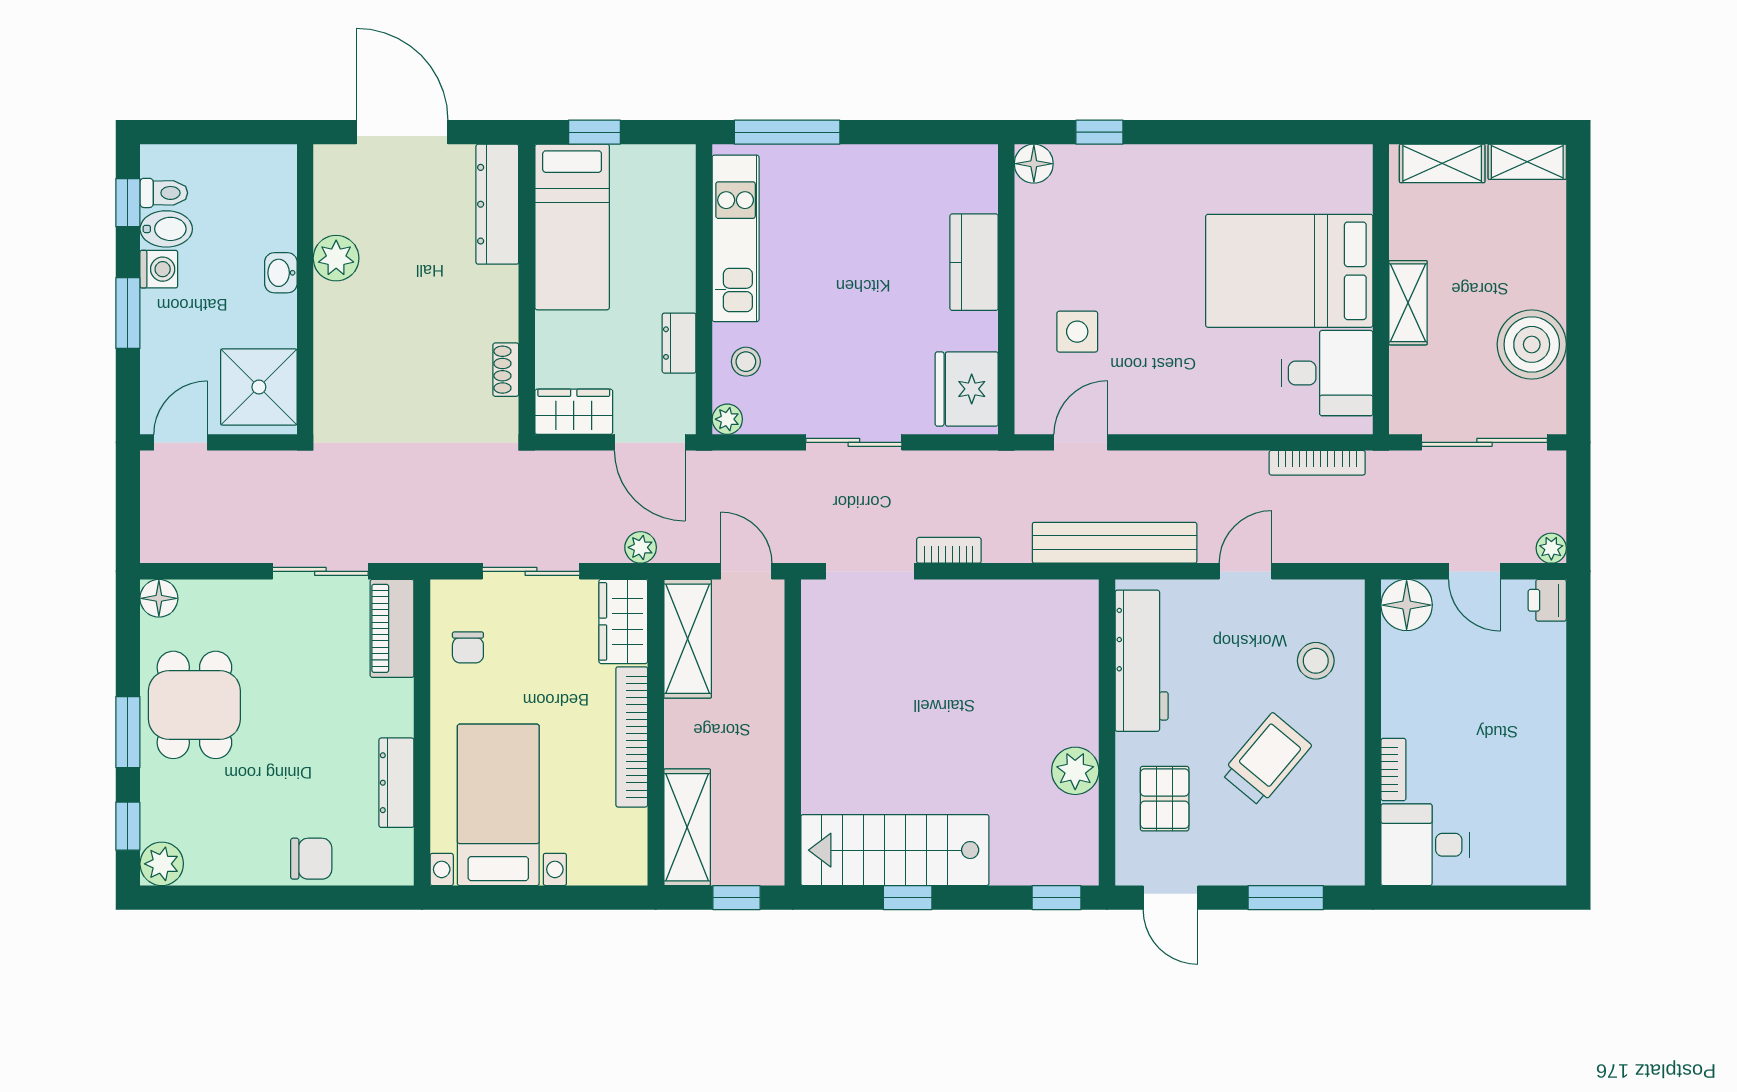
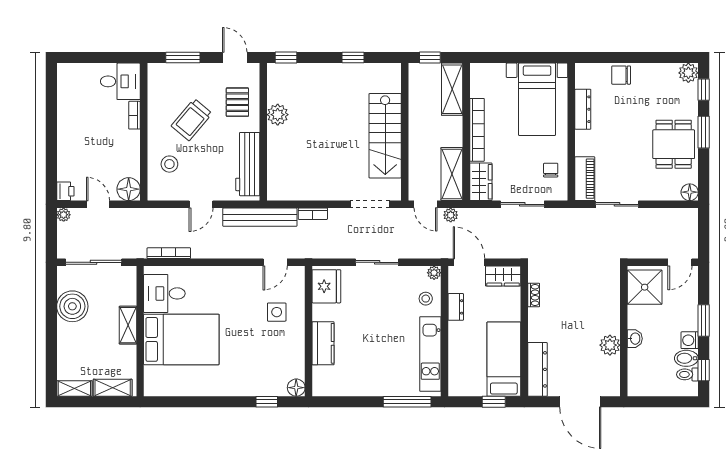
plant: (641, 547) -> (451, 215), moved
bookcase: (949, 550) -> (313, 214), moved
stairs: (895, 850) -> (385, 136), moved, turned 90

